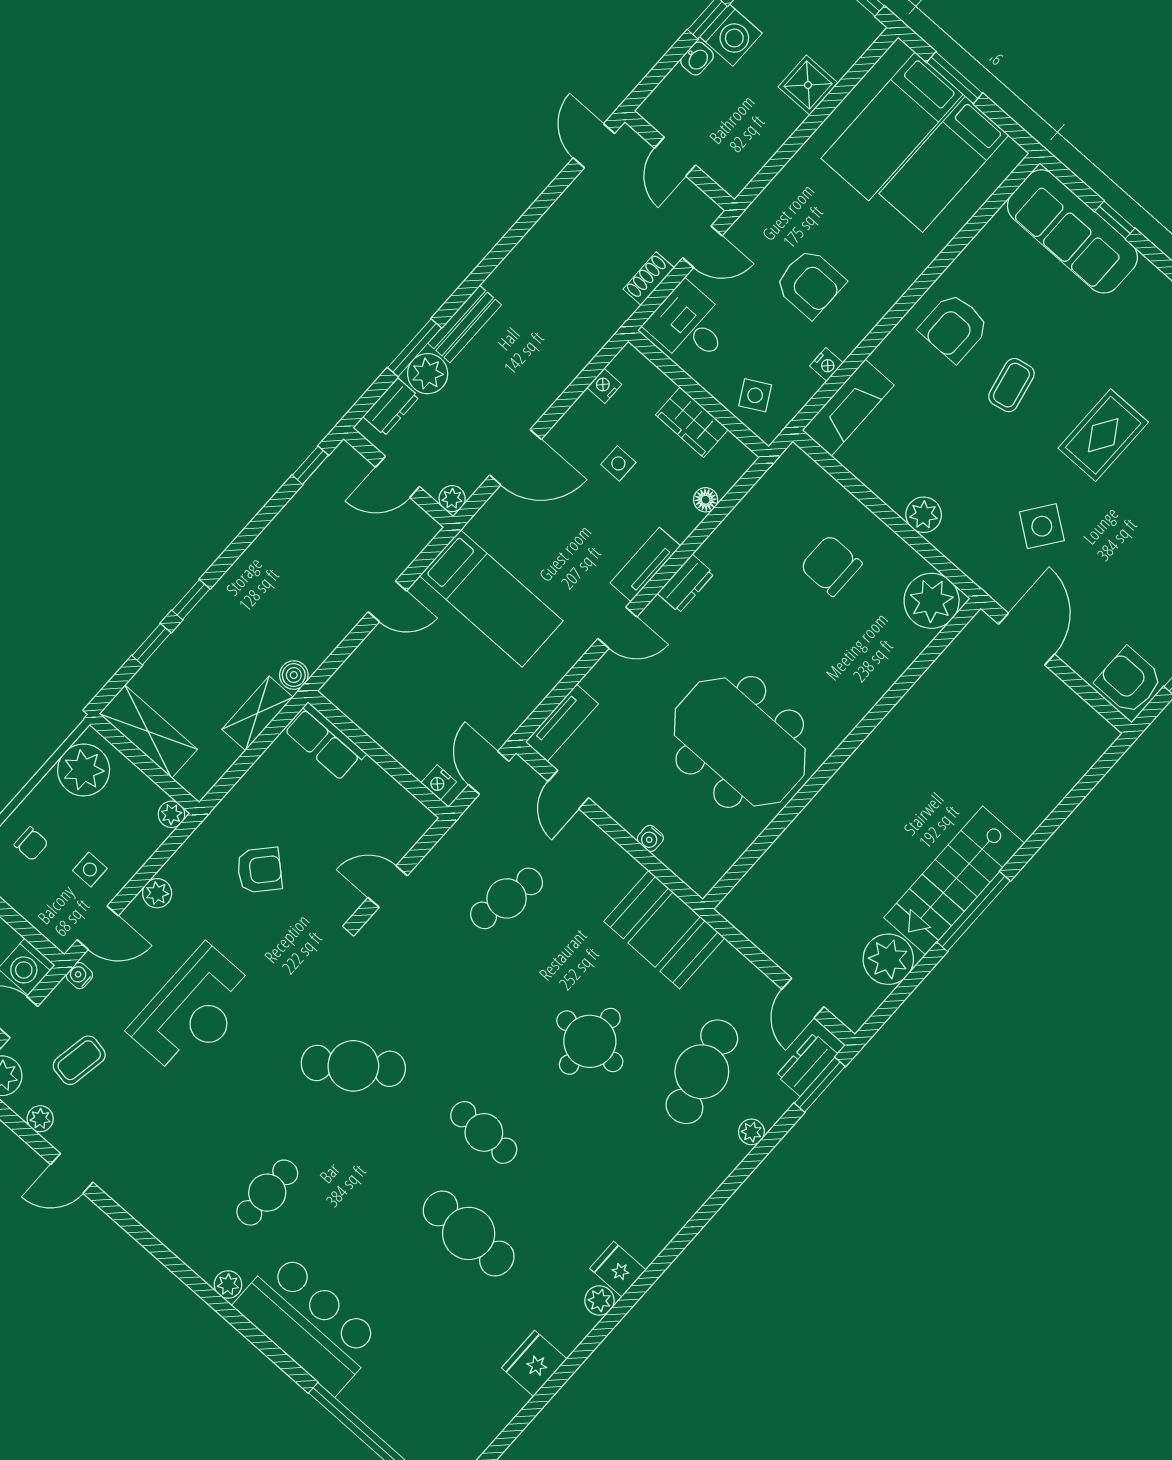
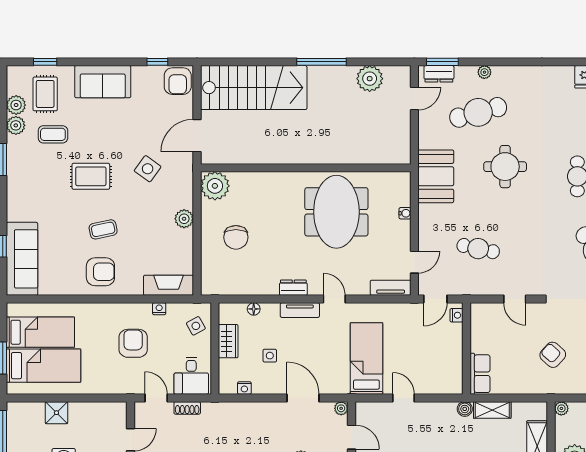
stairs: (954, 880) -> (254, 88), moved, width x1.36, depth x1.51

